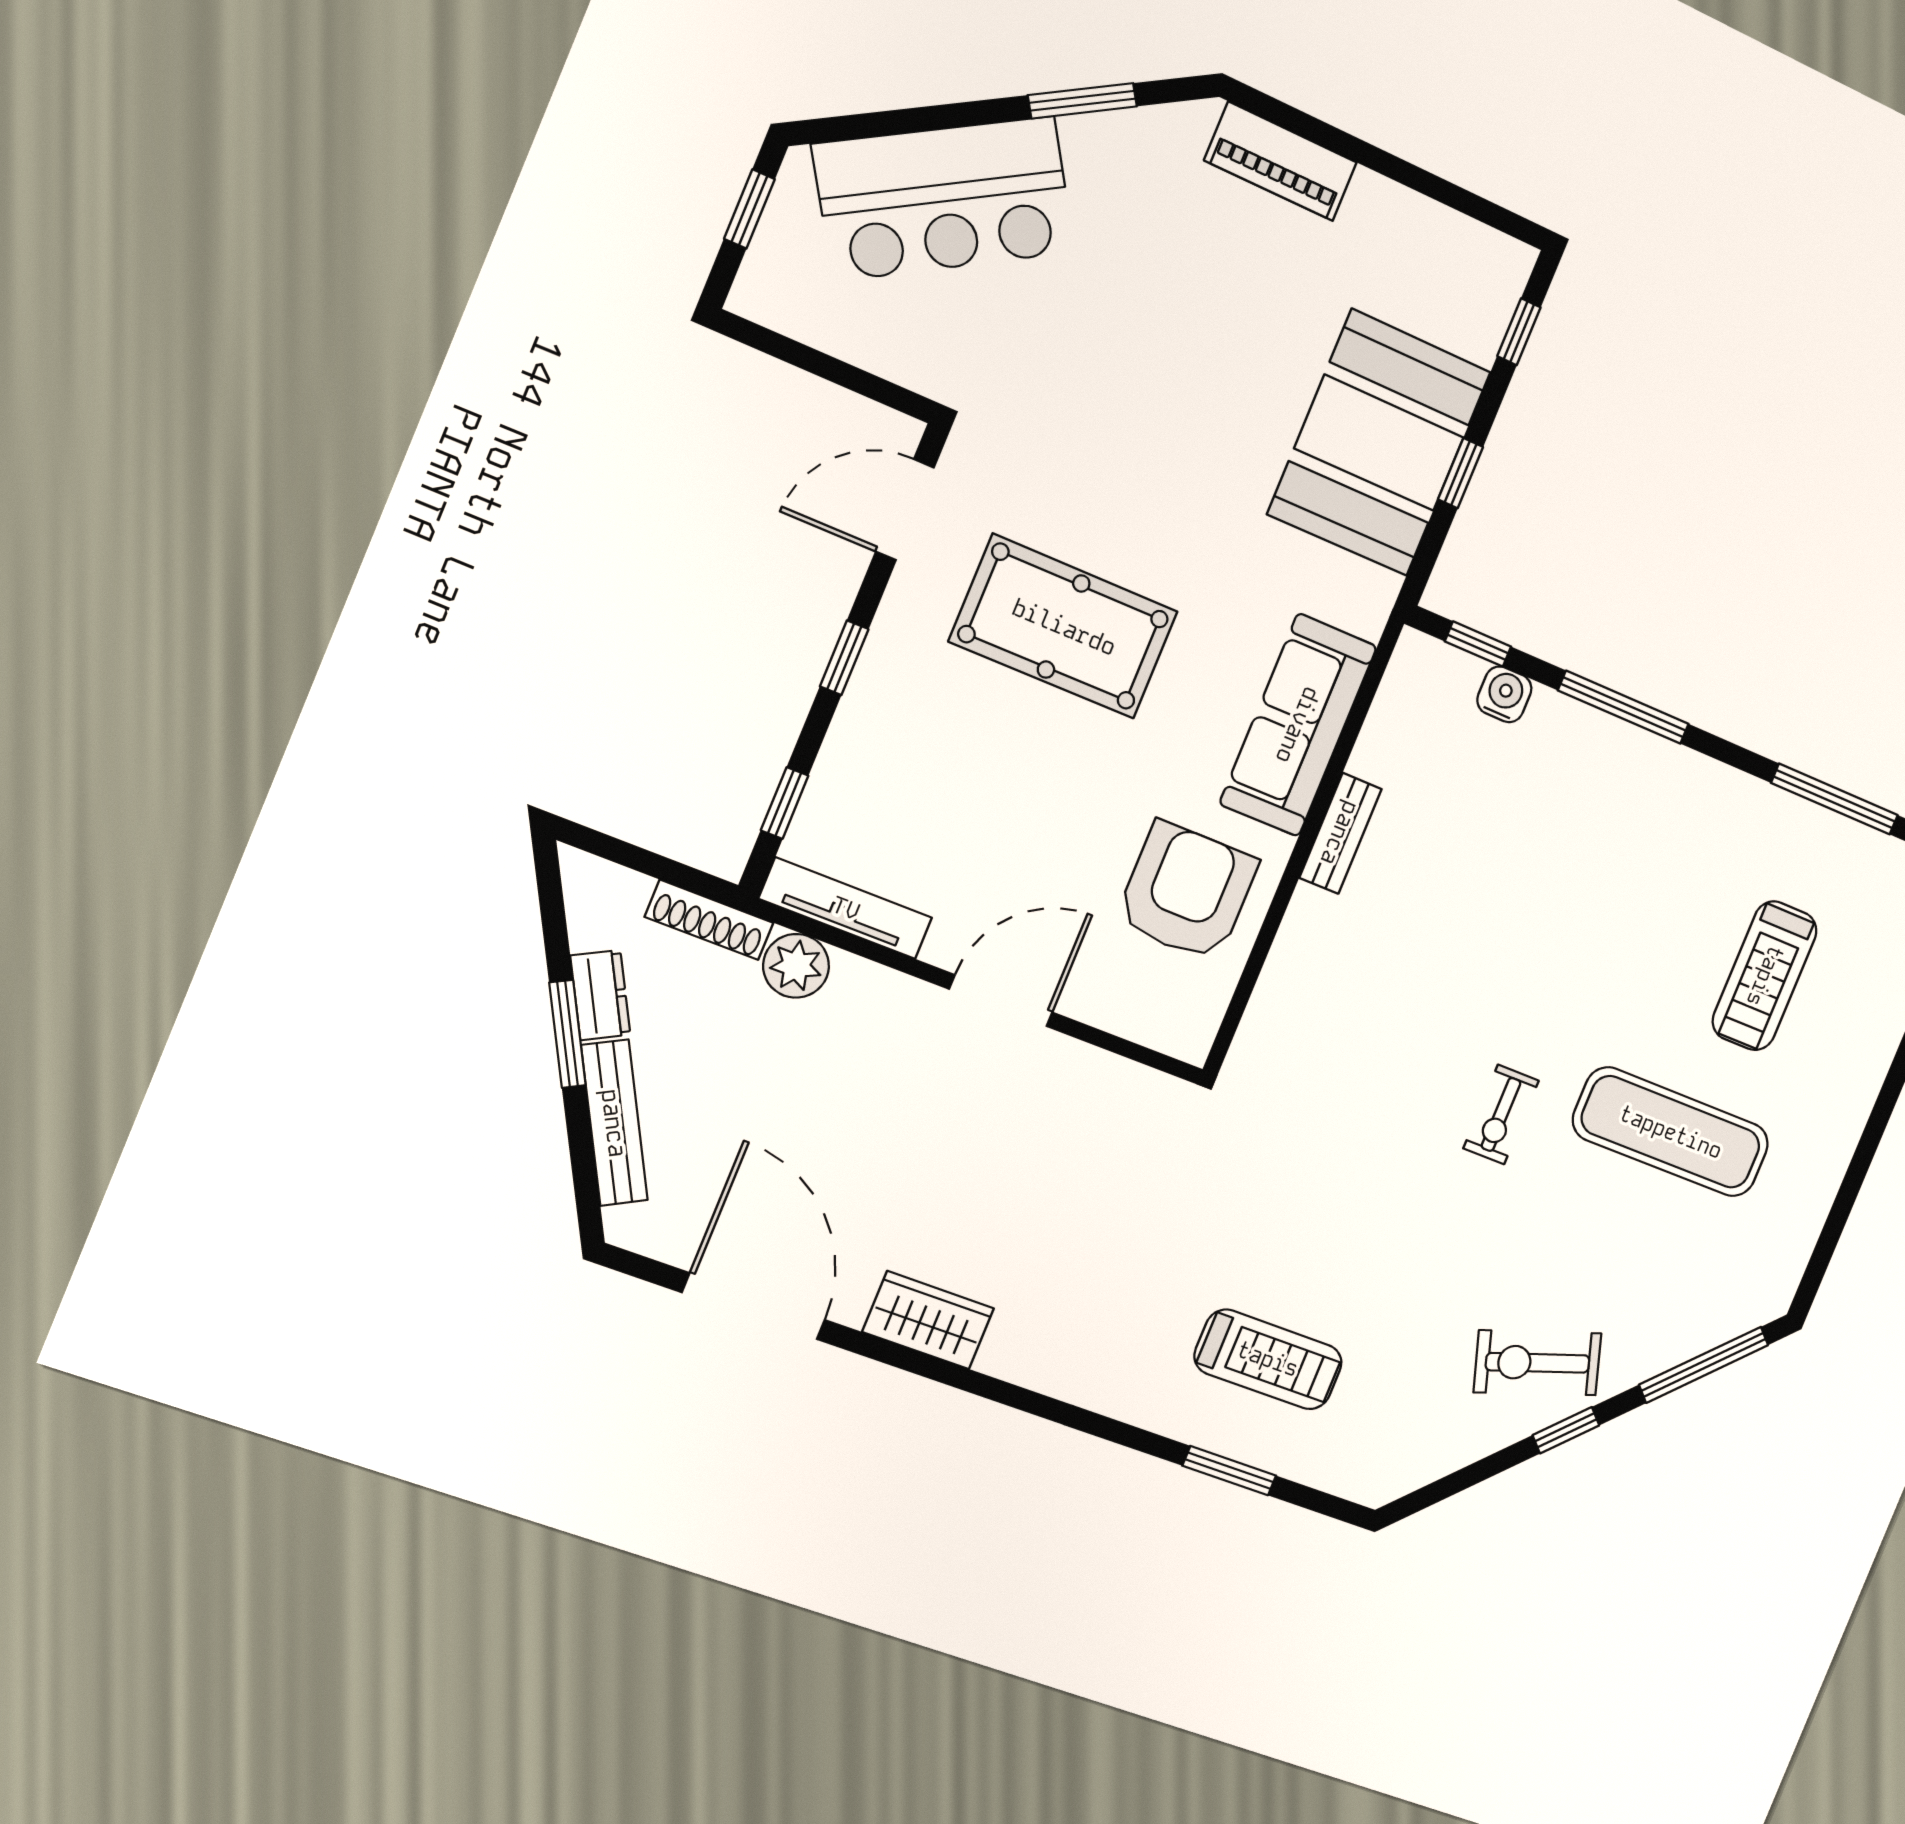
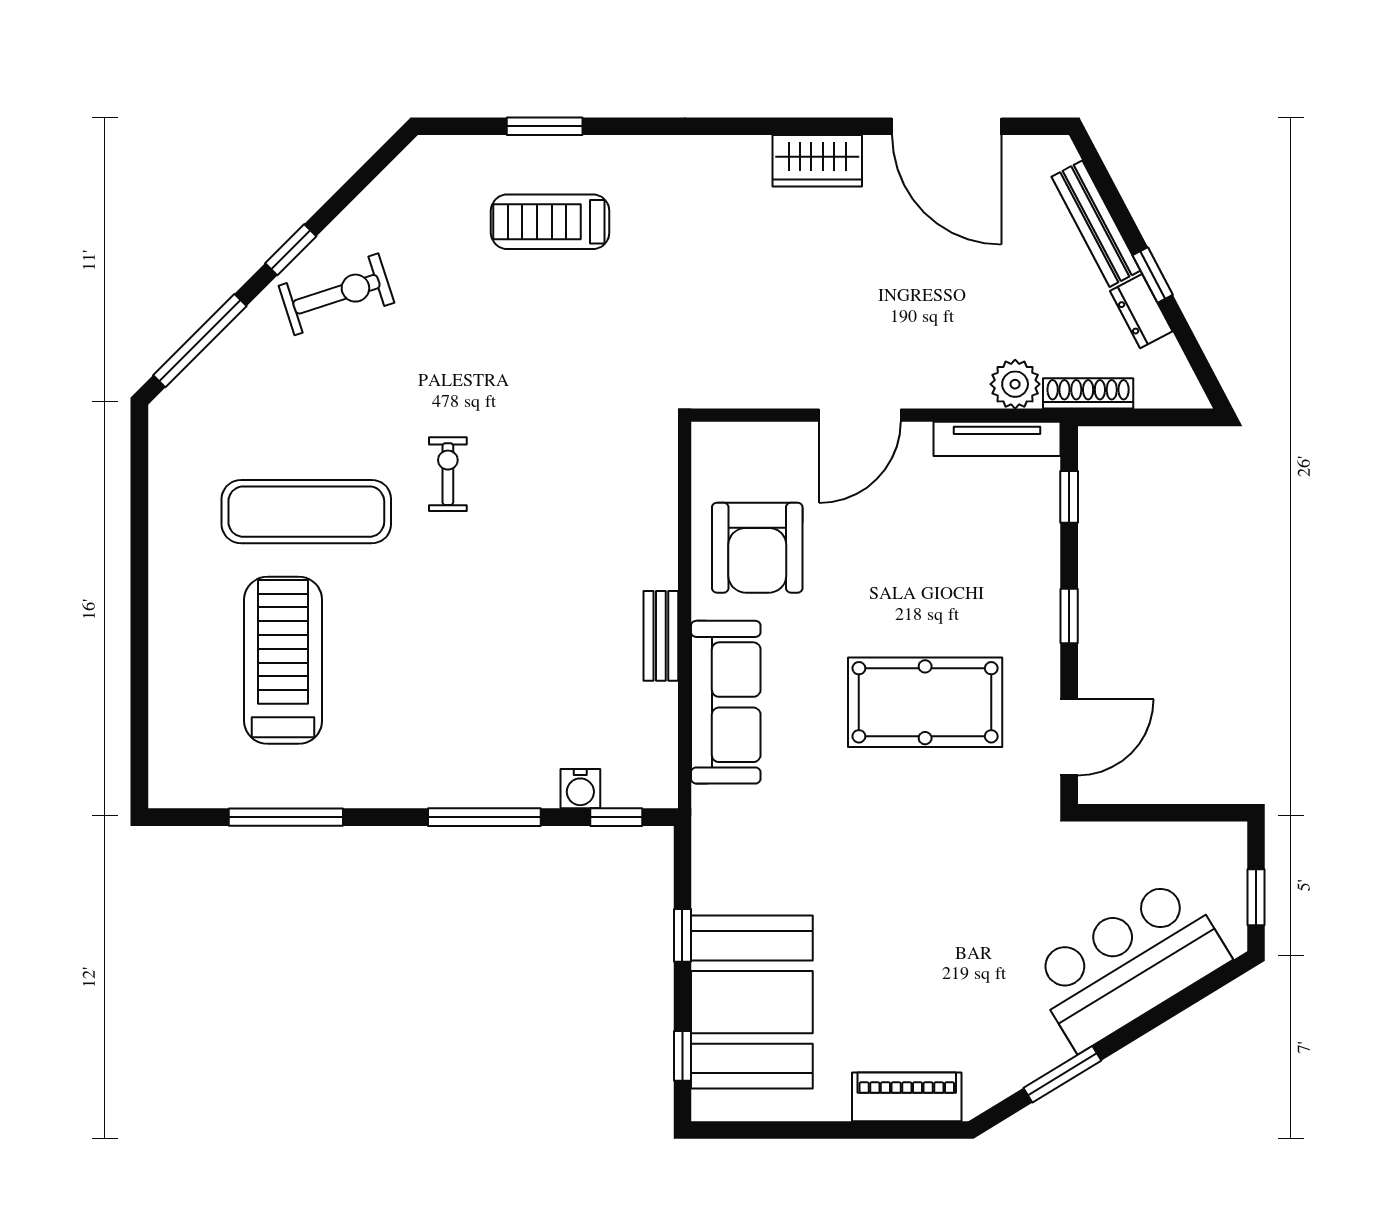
booth: (1379, 443) -> (752, 1002), moved
treadmill: (1765, 976) -> (283, 660), width x1.37, depth x1.38
window: (567, 1034) -> (1153, 275), width x0.67

